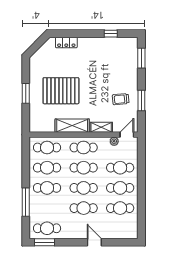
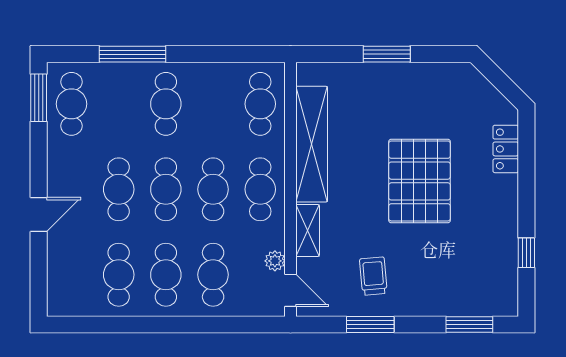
pallet: (61, 91) -> (420, 181), moved
shelving: (72, 126) -> (312, 144), width x1.47
cafe table: (47, 168) -> (213, 104), removed

